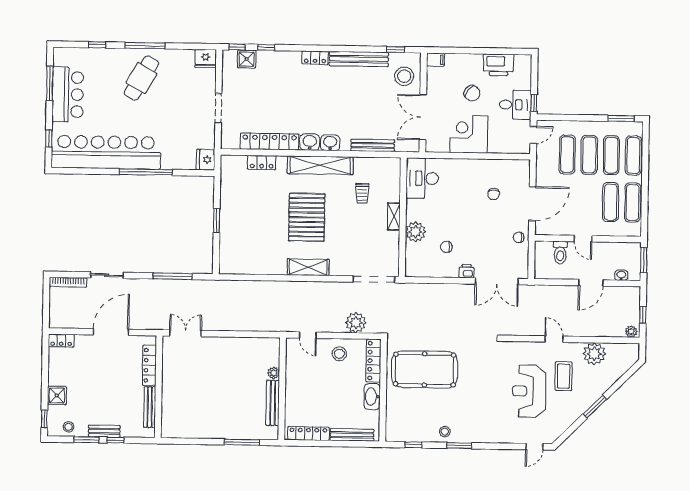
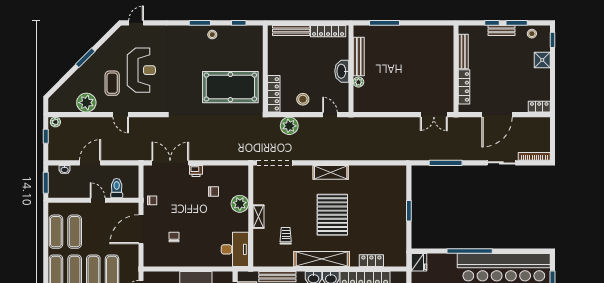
washbasin: (372, 396) -> (342, 71), moved, turned 180

